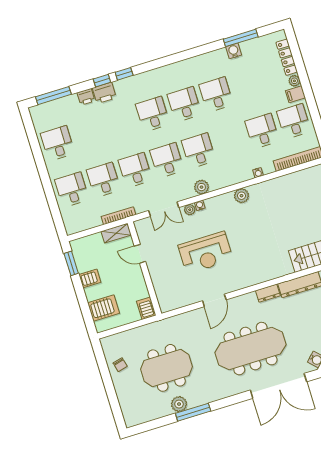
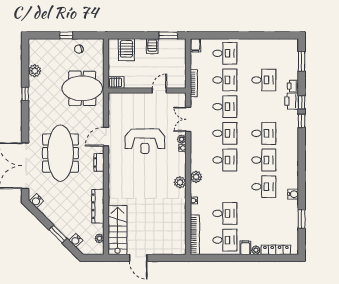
window: (241, 38) -> (302, 219), width x0.69
water cooler: (234, 51) -> (293, 194), moved
window: (53, 96) -> (302, 61), width x0.69
desk: (58, 143) -> (264, 80), moved
plant: (201, 187) -> (196, 177), moved
filing cabinet: (73, 228) -> (195, 45), added
shelving: (116, 233) -> (181, 77), removed
reception desk: (206, 253) -> (145, 141), turned -90
dresser: (268, 293) -> (99, 162), moved
door: (214, 300) -> (106, 137), hinge flipped
meeting table: (167, 368) -> (82, 88), moved, turned 90
window: (109, 385) -> (66, 35), added
plant: (179, 404) -> (35, 71), moved
window: (193, 412) -> (25, 94), width x0.46

